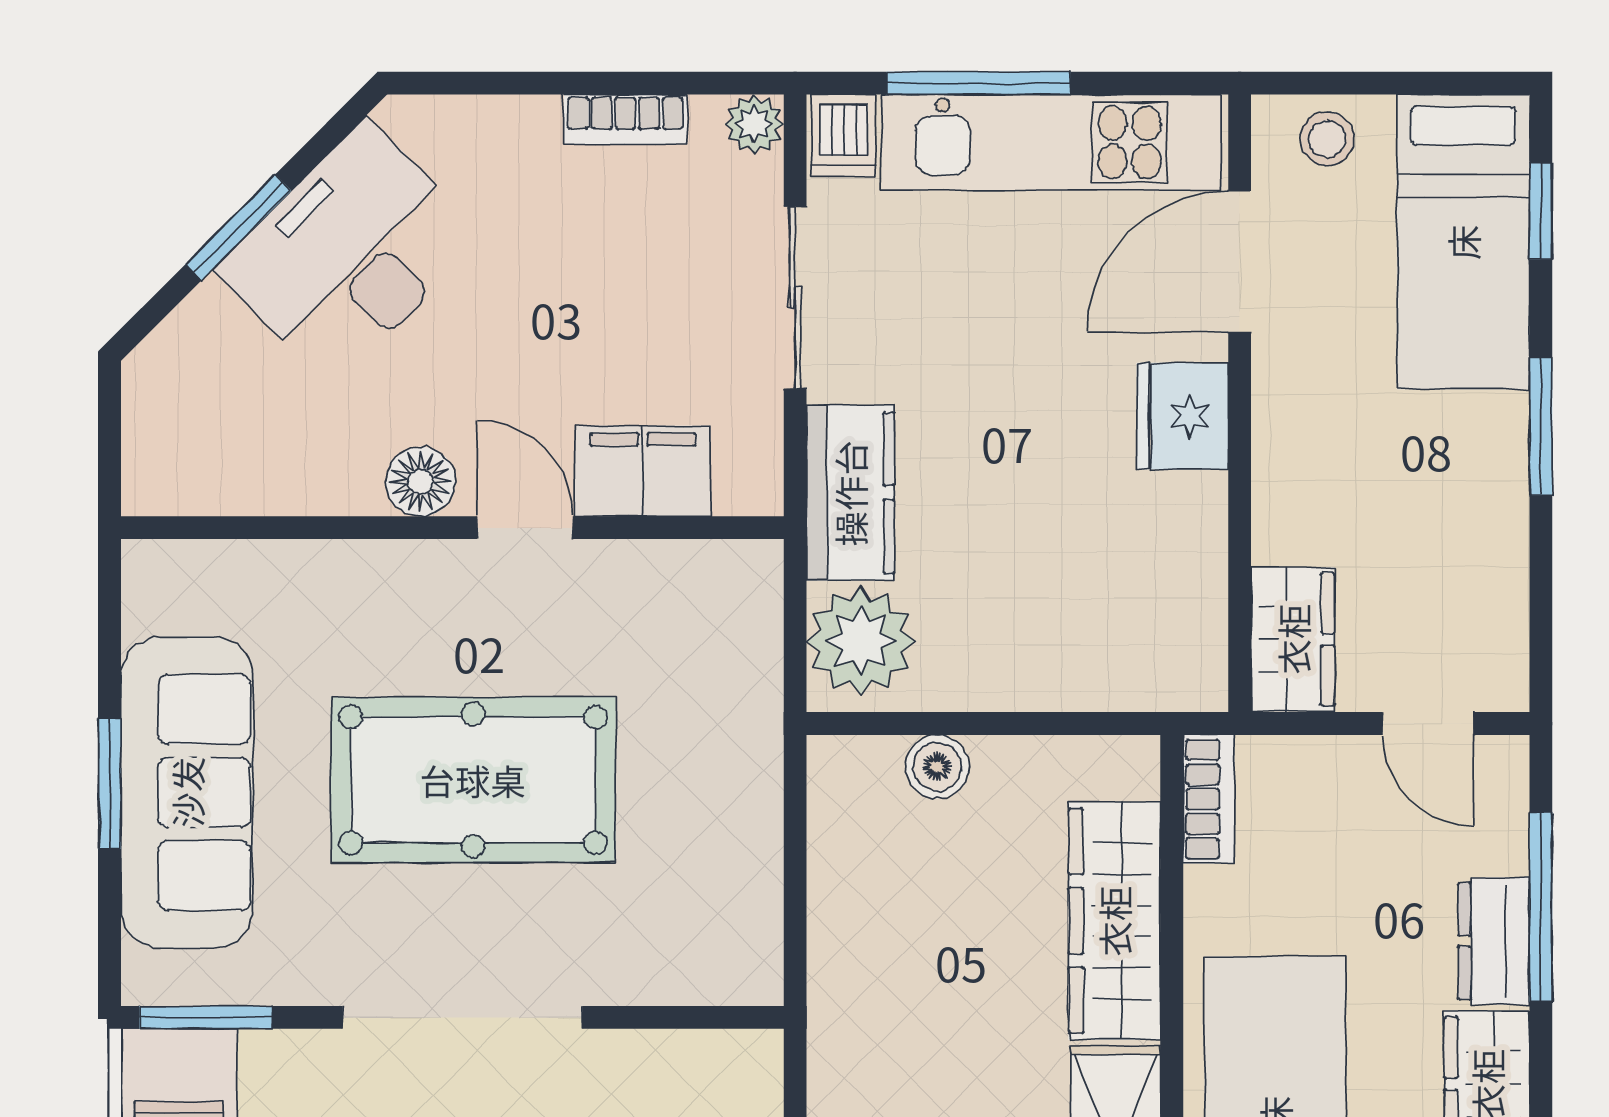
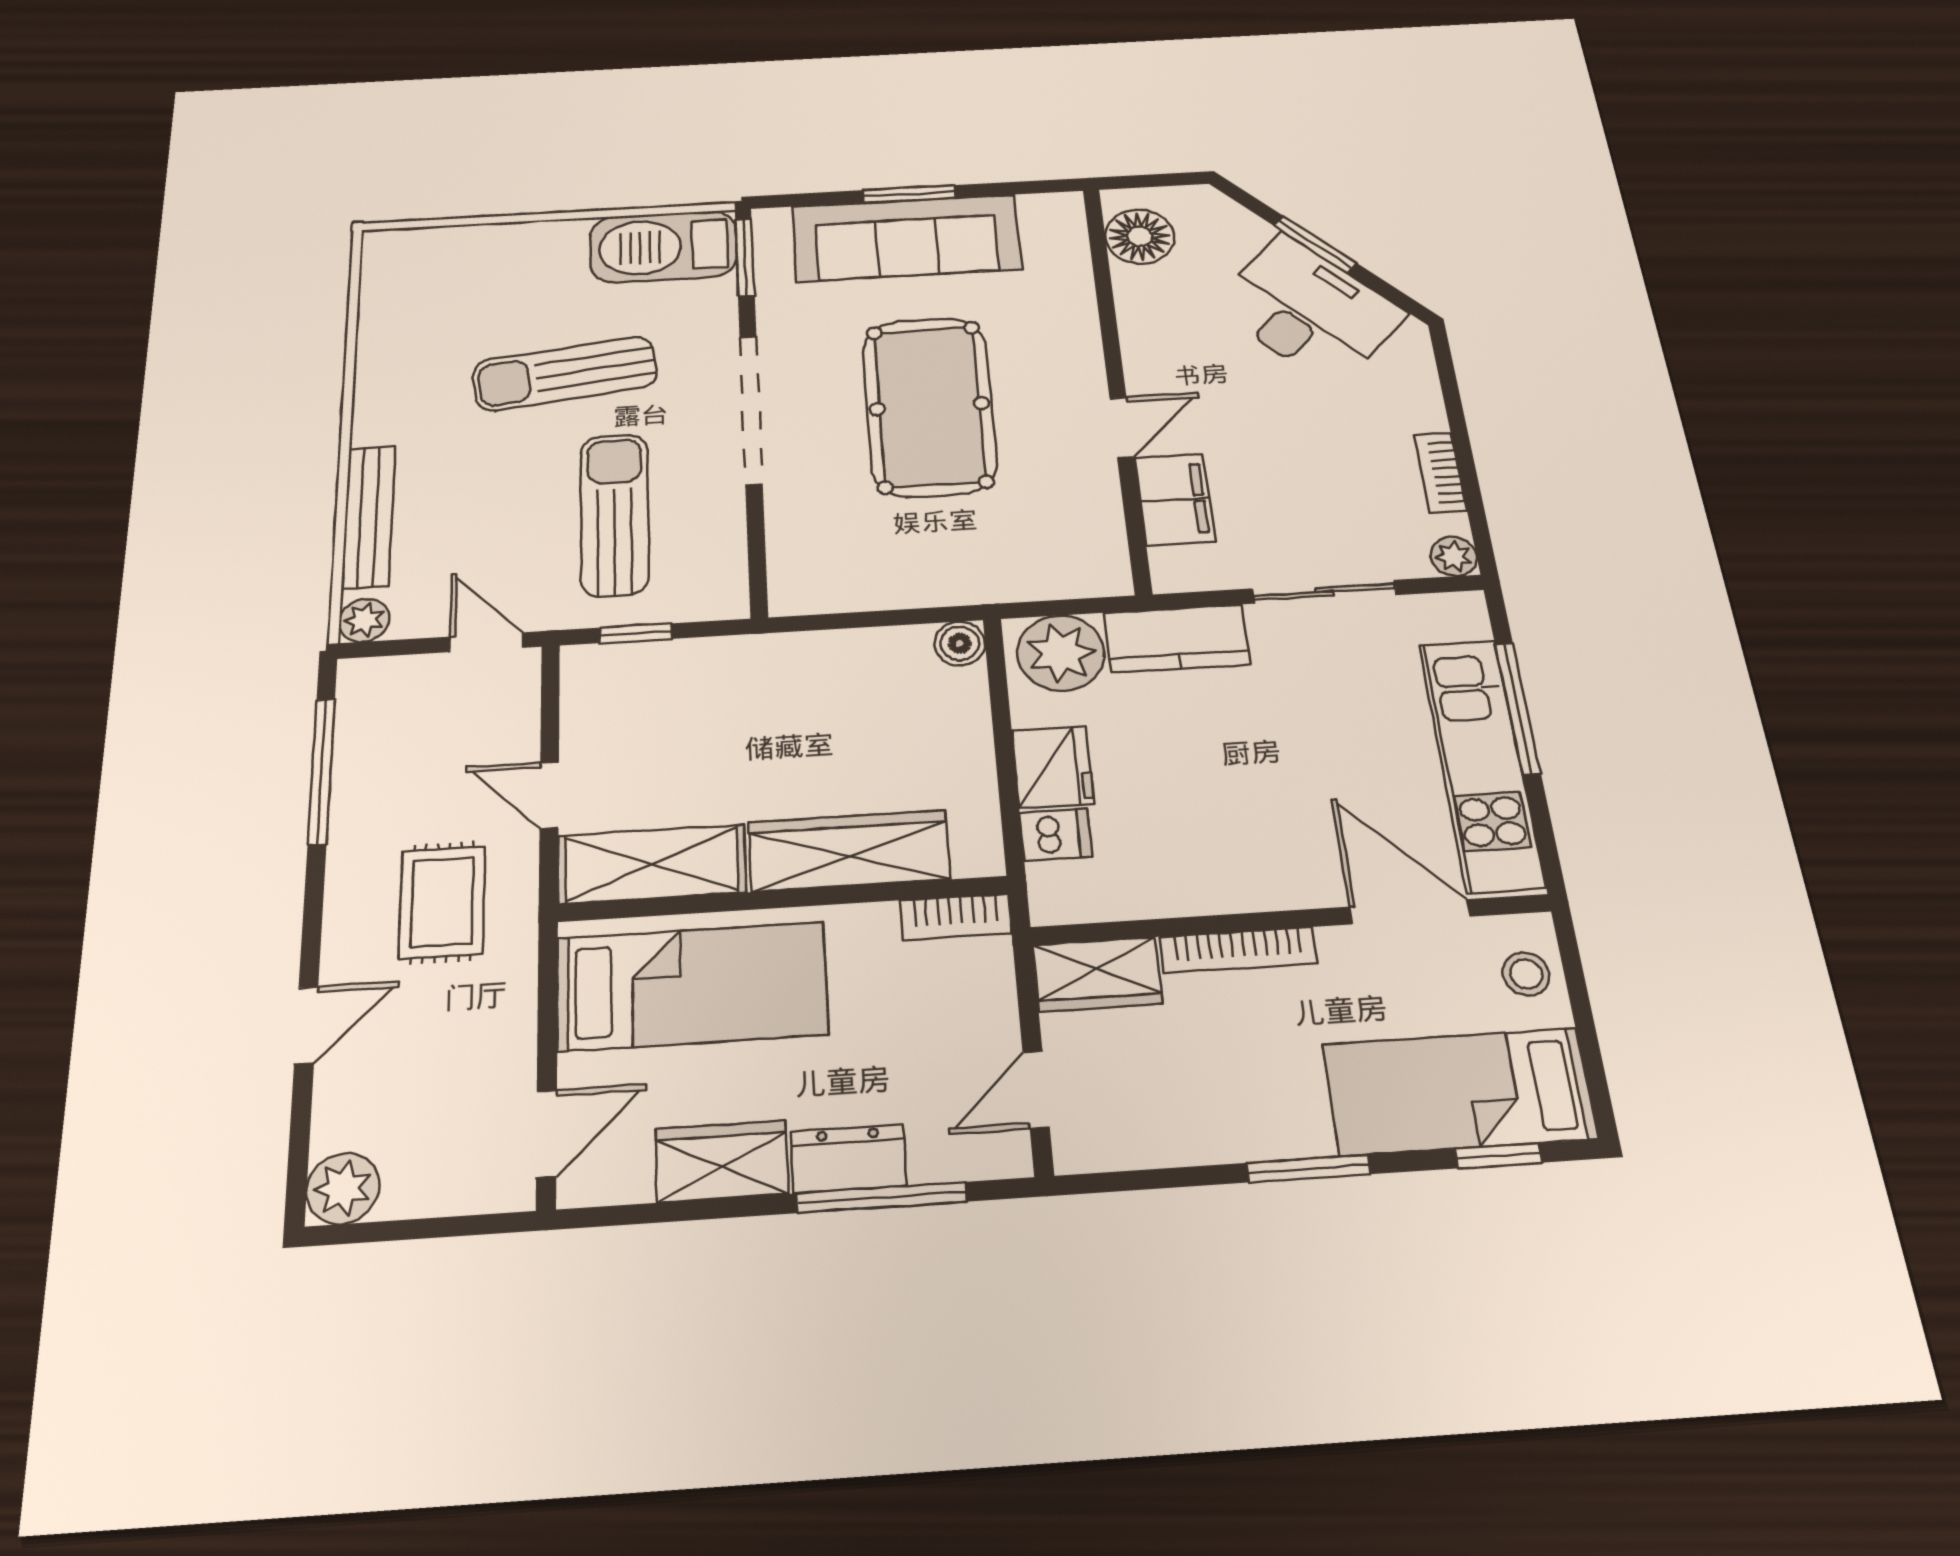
dishwasher: (844, 136) -> (1056, 835), moved, turned 180
fridge: (1182, 416) -> (1053, 767), moved, turned 90
bookcase: (1274, 471) -> (1238, 950), added
floor lamp: (421, 482) -> (1140, 236), moved, width x1.38, depth x1.38
boiler: (937, 767) -> (960, 643), moved

